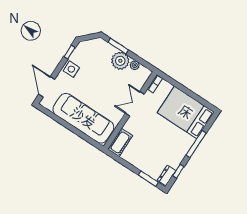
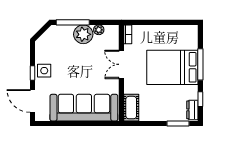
window: (118, 46) -> (73, 22), width x1.44
window: (69, 52) -> (33, 73), moved
bed: (186, 112) -> (172, 67), moved

